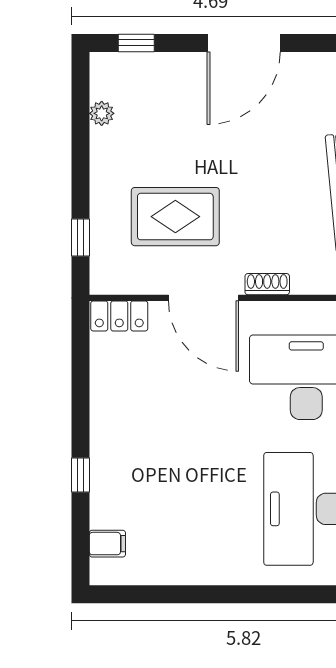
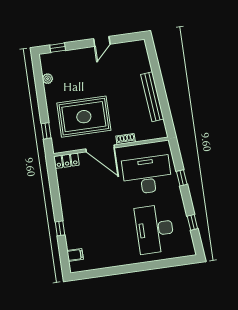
door: (244, 43) -> (102, 41), width x0.53
rug: (175, 217) -> (84, 117), width x1.37, depth x1.44

